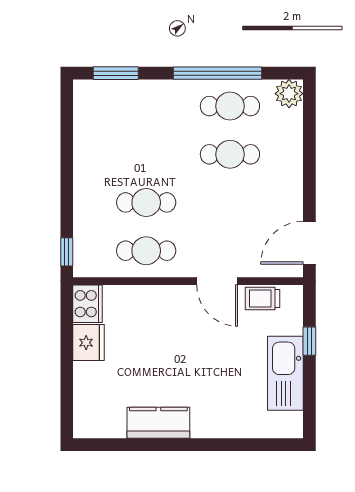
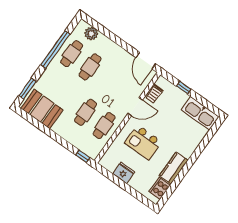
plant: (289, 94) -> (91, 34), moved
booth: (98, 123) -> (42, 109), added
cooker: (87, 304) -> (160, 188), moved, turned -90
kitchen island: (165, 339) -> (143, 142), added
kitchen sink: (285, 373) -> (200, 113), moved

